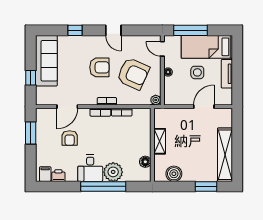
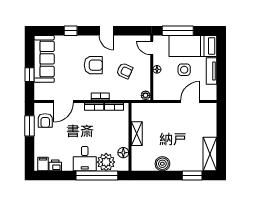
armchair: (133, 74) -> (125, 71), width x0.53, depth x0.53
armchair: (70, 138) -> (45, 120), moved
shelving: (160, 141) -> (137, 134), moved
wall: (152, 145) -> (130, 137), moved
shelving: (225, 155) -> (210, 154), width x0.68
floor lamp: (145, 162) -> (123, 153), moved

